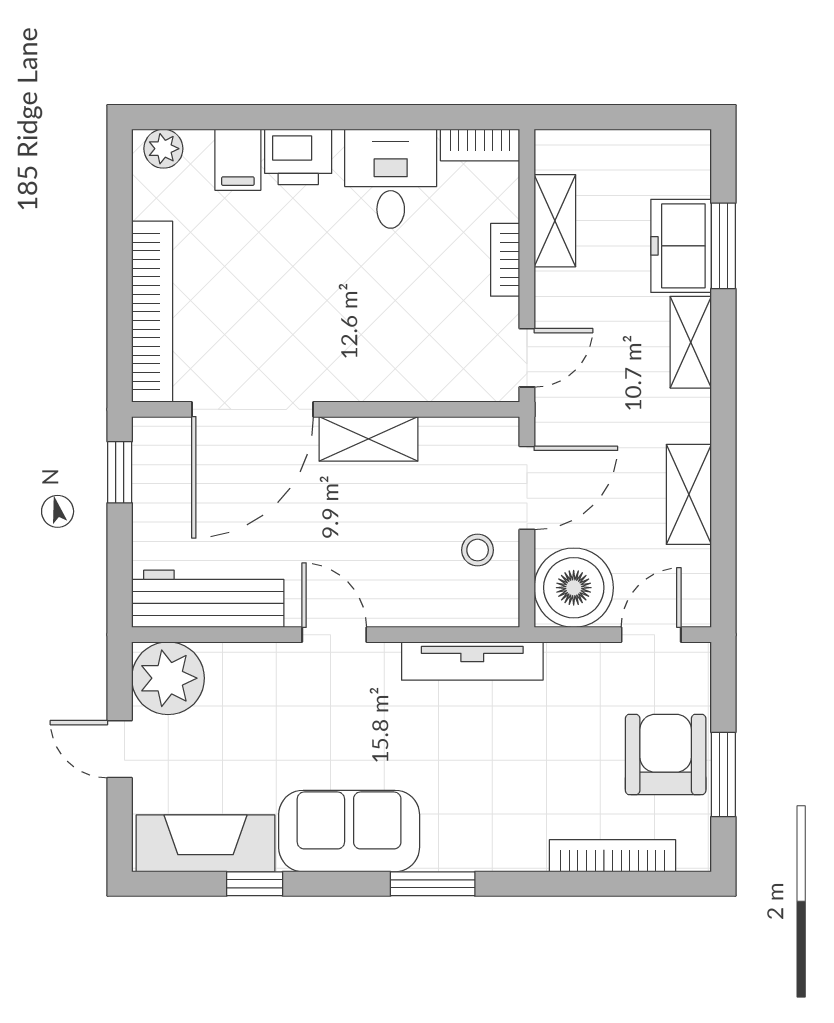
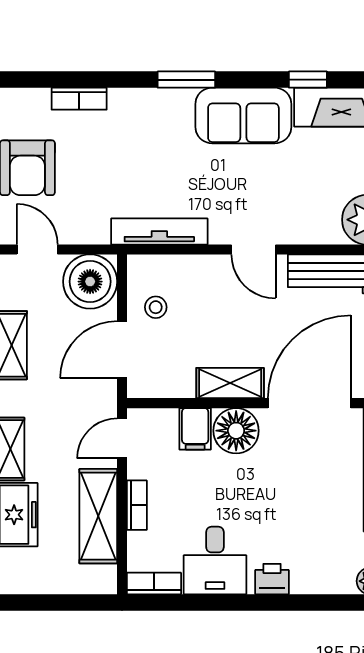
printer: (298, 157) -> (272, 579), width x0.73, depth x0.81
filing cabinet: (238, 160) -> (195, 429), moved, turned 180
shelving: (555, 221) -> (98, 516), width x1.50, depth x1.33
floor lamp: (360, 369) -> (236, 431), added
door: (651, 635) -> (37, 250), swing flipped
bookcase: (613, 856) -> (79, 99), width x0.64

